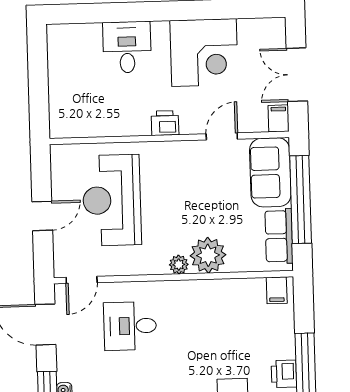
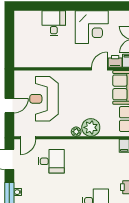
printer: (165, 123) -> (115, 61), moved
desk: (130, 326) -> (51, 161), turned 180

